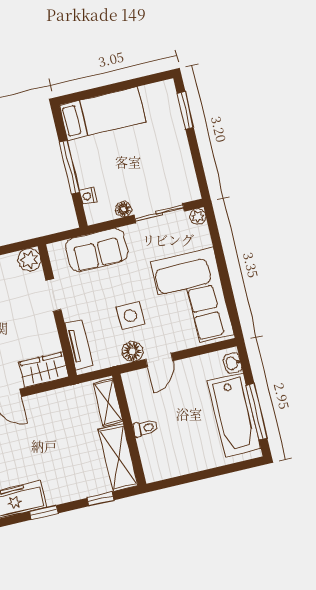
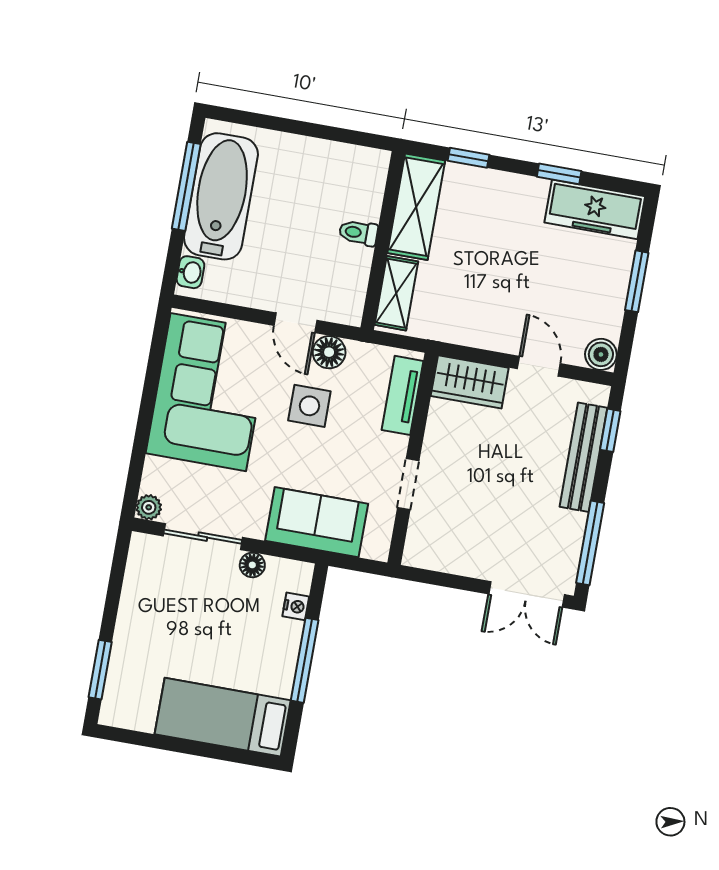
plant: (29, 260) -> (421, 551), removed
door: (159, 360) -> (295, 323), swing flipped

